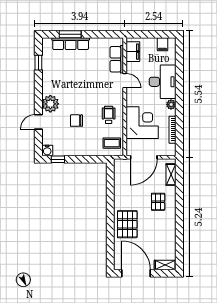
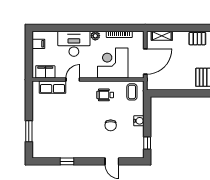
row of seats: (71, 44) -> (38, 131), removed
window: (38, 63) -> (67, 161), moved
plant: (50, 104) -> (95, 150), removed
water cooler: (47, 150) -> (139, 121), moved
door: (144, 157) -> (145, 62), hinge flipped
pallet: (158, 202) -> (197, 39), moved

